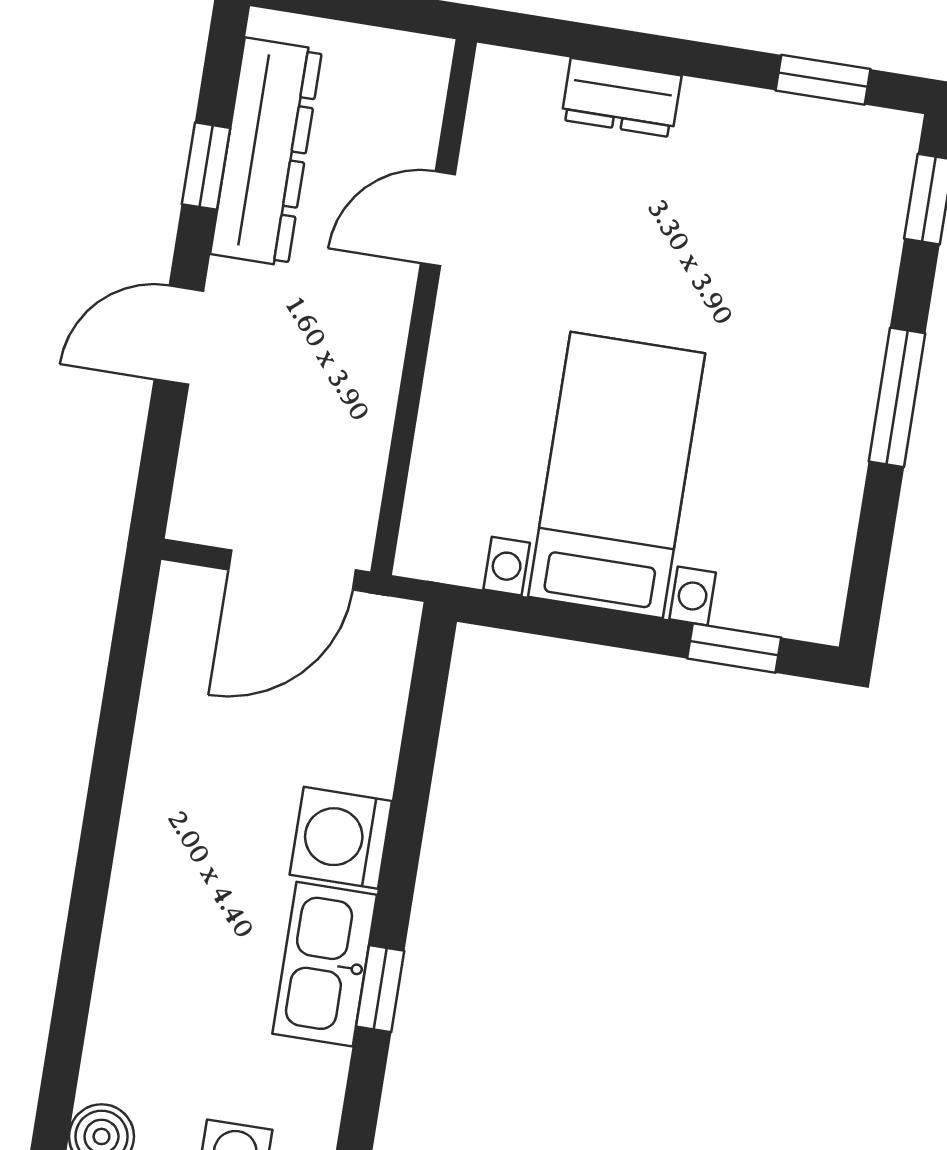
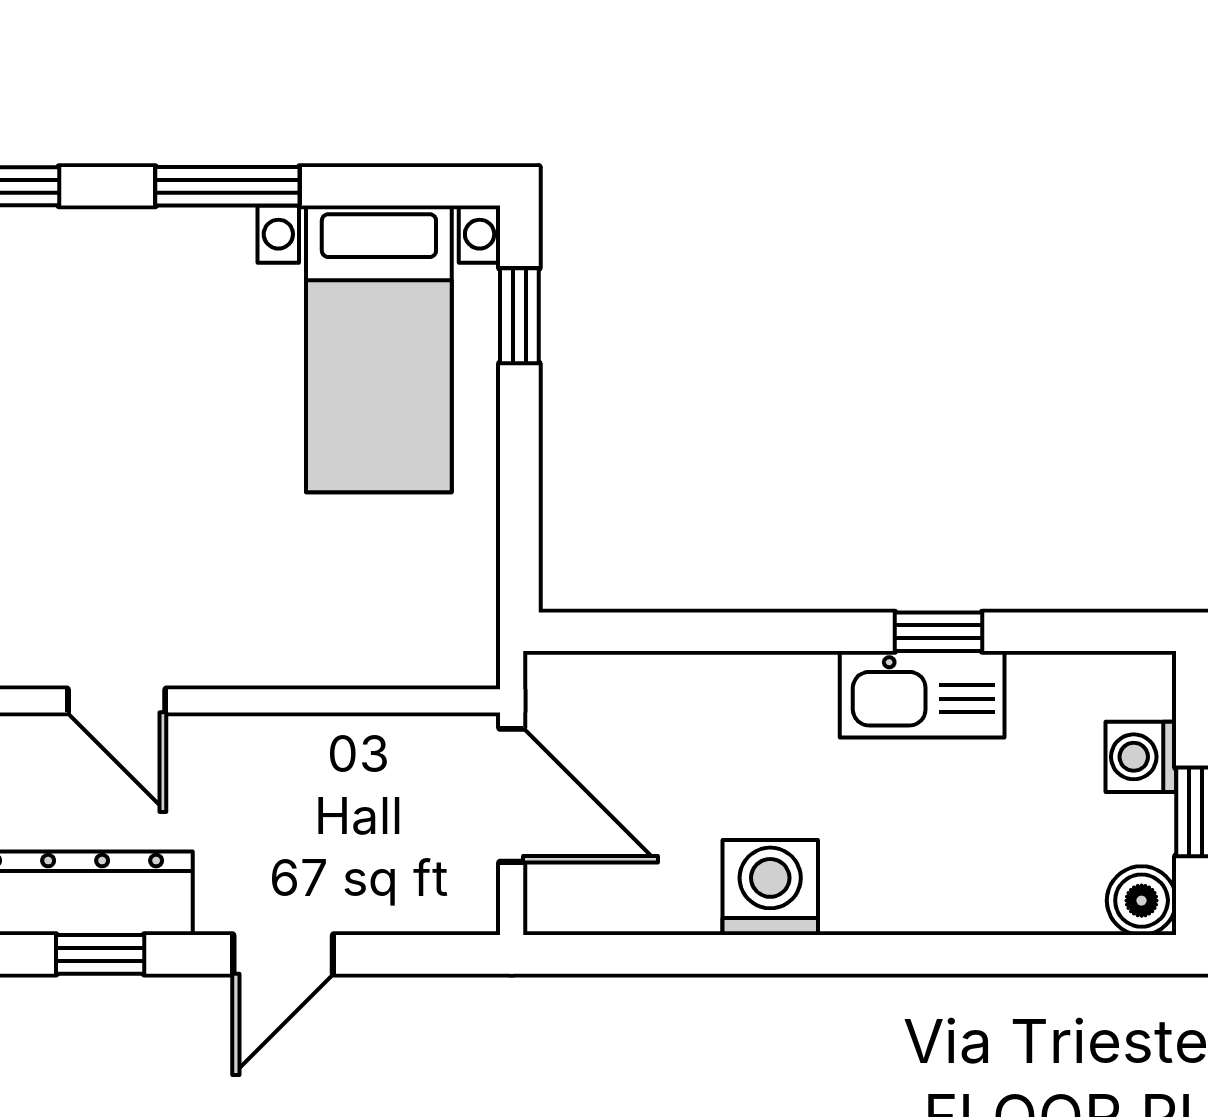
door: (179, 335) -> (283, 954), hinge flipped
bed with nightstands: (617, 475) -> (379, 349), moved, turned -90
washing machine: (341, 838) -> (770, 887), moved, turned 180

